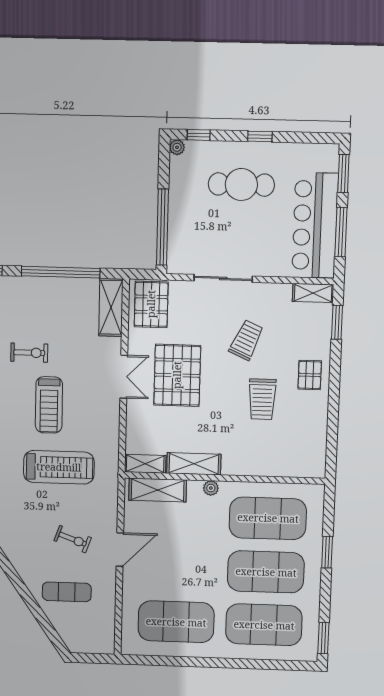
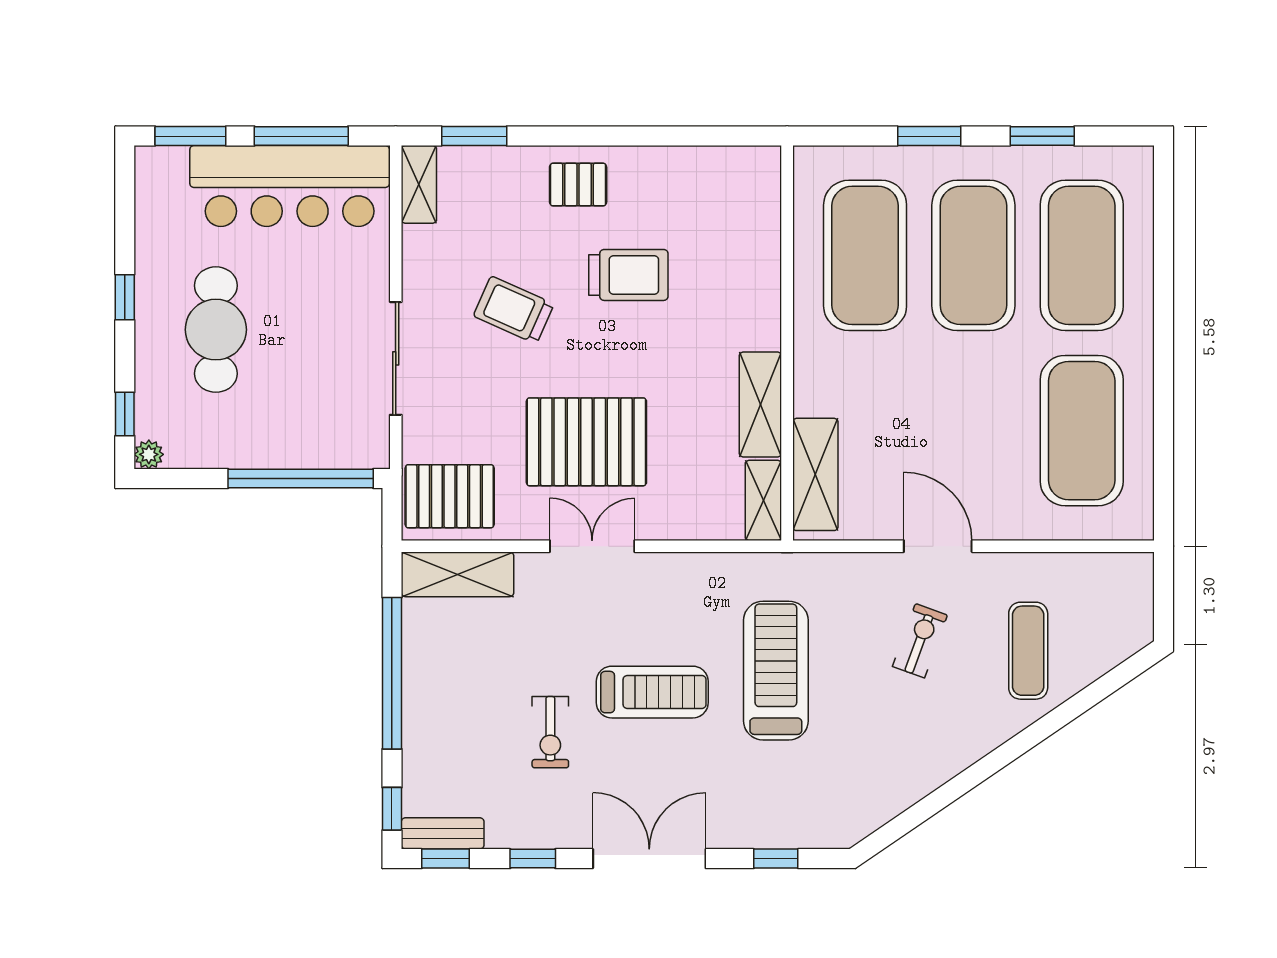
exercise bike: (29, 353) -> (550, 732), turned 180
plant: (211, 488) -> (808, 370), removed
window: (323, 638) -> (1042, 136), moved

